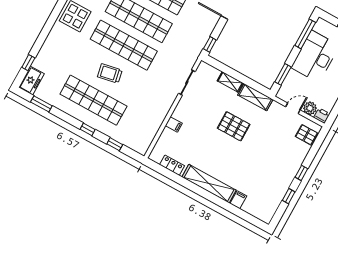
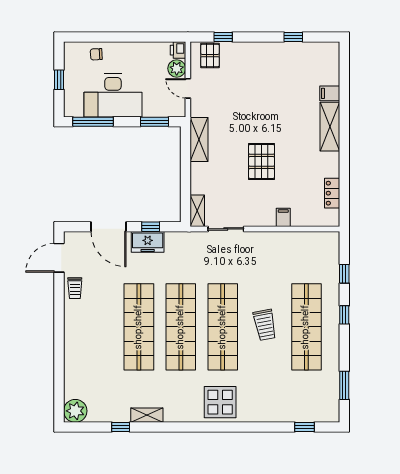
window: (210, 44) -> (151, 227), moved
freezer: (31, 81) -> (148, 242), moved, turned 180
shelving: (230, 82) -> (197, 211), moved
pallet: (234, 126) -> (262, 161), moved
window: (301, 173) -> (223, 37), moved
shelving: (209, 184) -> (330, 127), width x0.68

